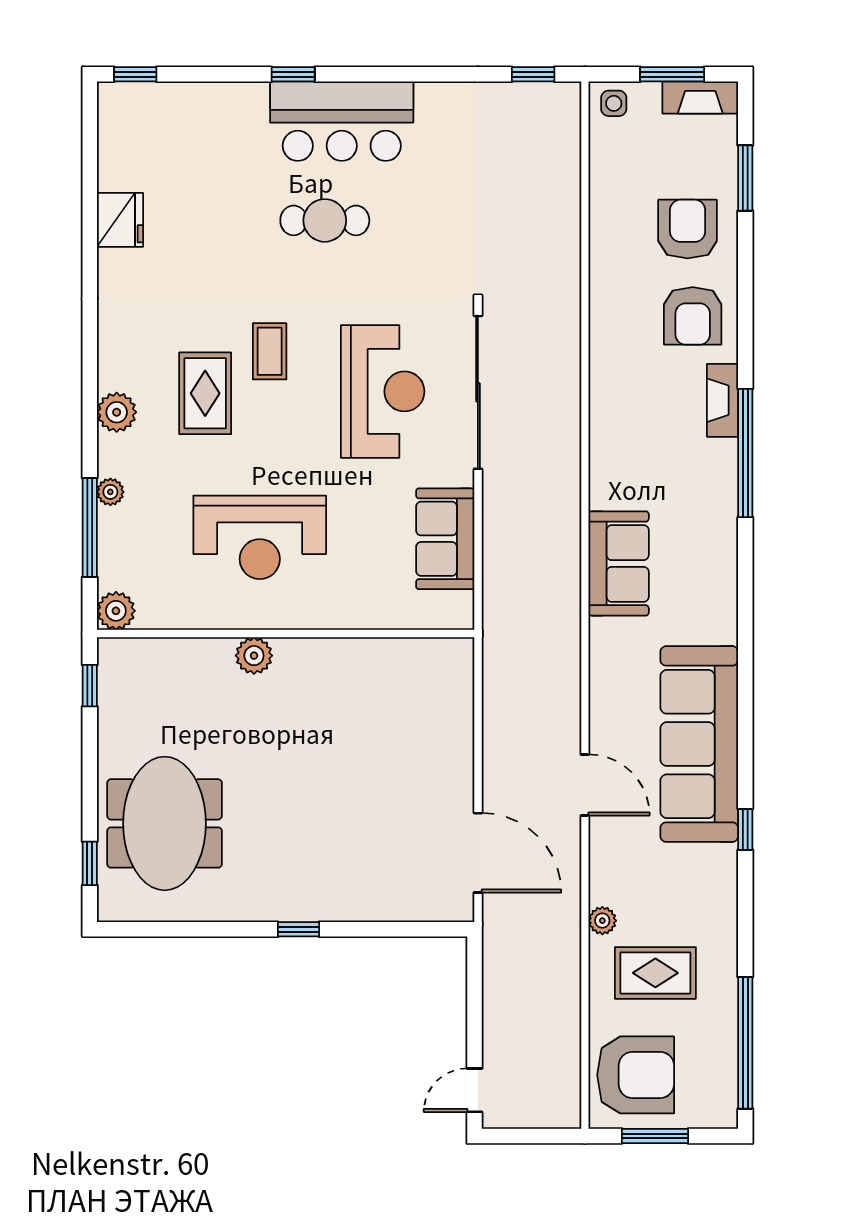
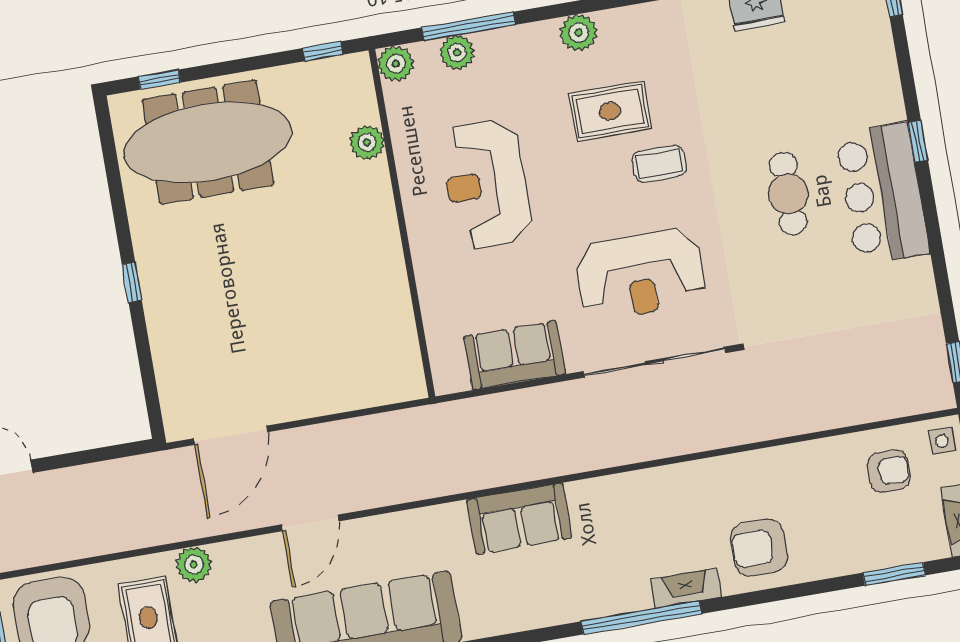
armchair: (688, 229) -> (889, 471), moved, width x0.72, depth x0.72
plant: (110, 492) -> (457, 53), moved, width x1.38, depth x1.38
plant: (254, 656) -> (367, 142), moved
meeting table: (165, 823) -> (208, 142), width x1.36
plant: (602, 921) -> (194, 564), width x1.38, depth x1.38

